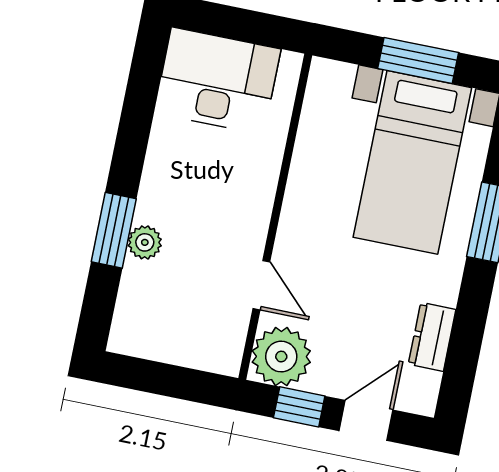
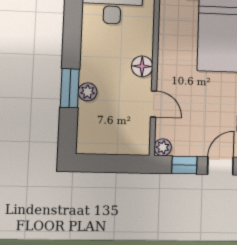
floor lamp: (252, 212) -> (142, 66), added
plant: (281, 357) -> (163, 147), width x0.53, depth x0.53

